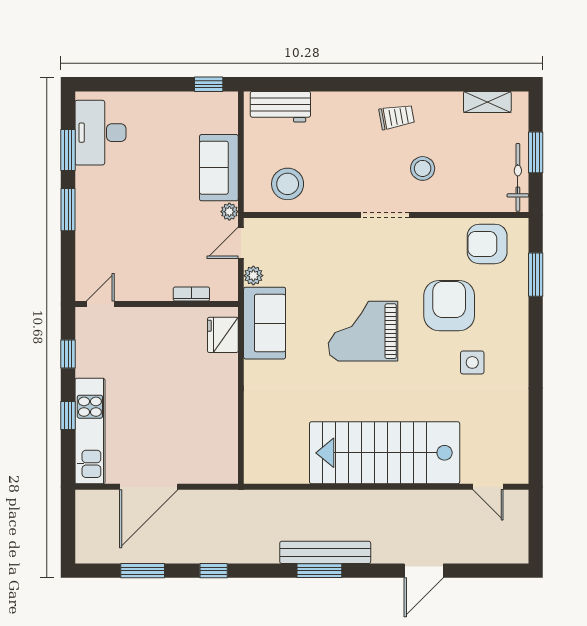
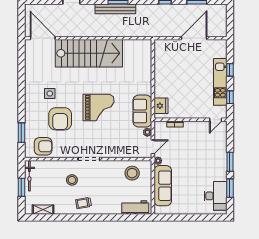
window: (209, 84) -> (167, 218), removed
sofa: (219, 168) -> (163, 186), width x1.36
kitchen unit: (90, 431) -> (220, 82), moved
door: (488, 487) -> (43, 38), width x1.87

